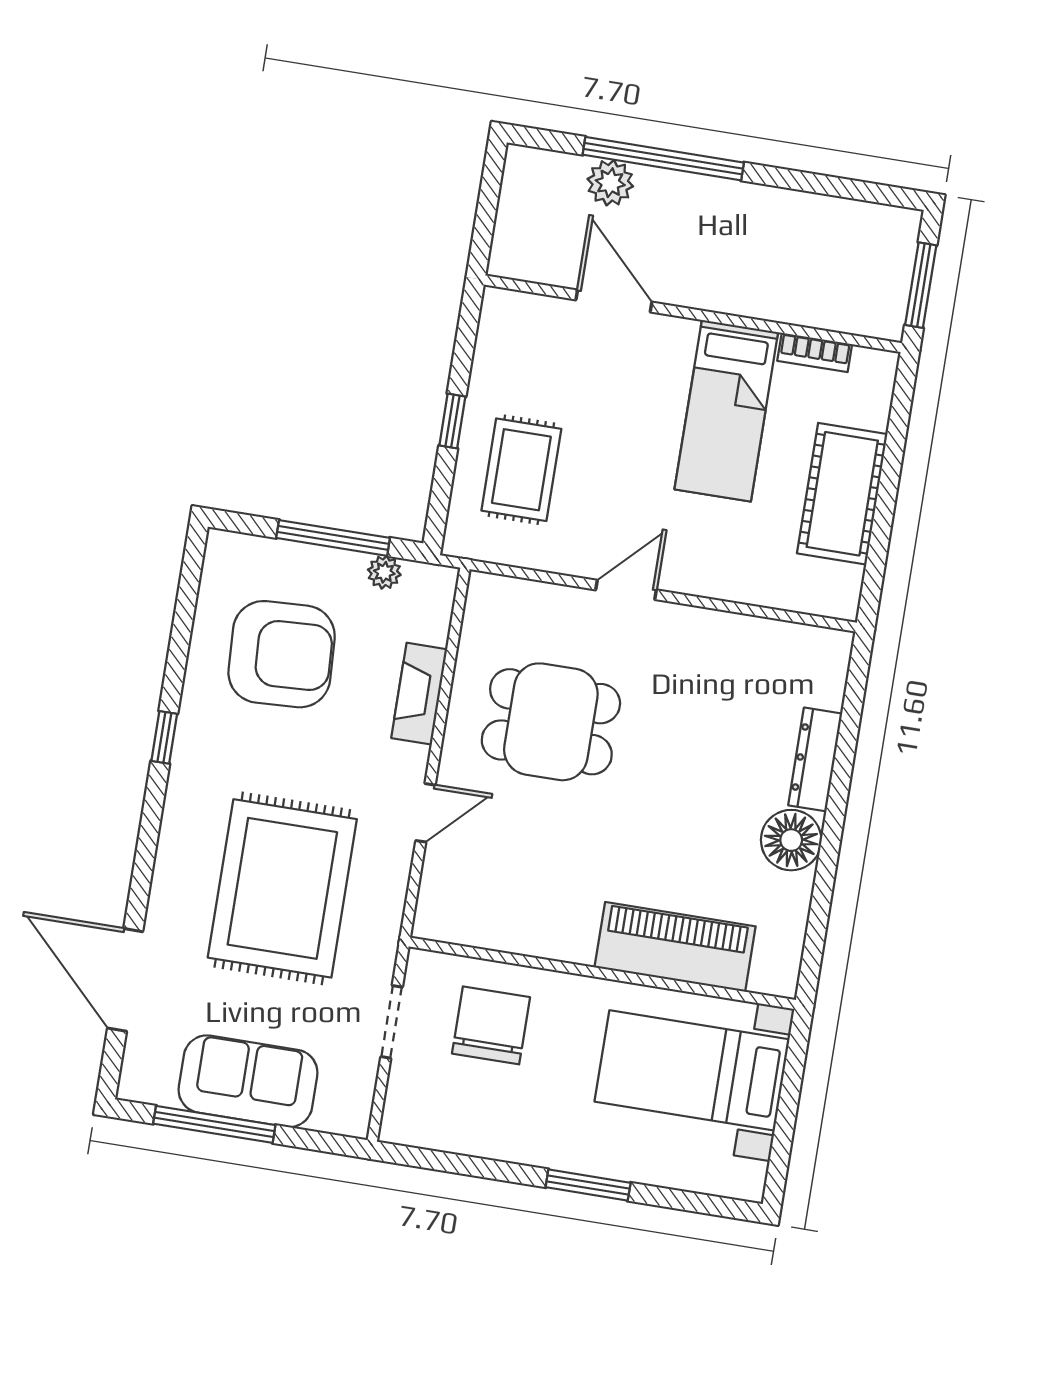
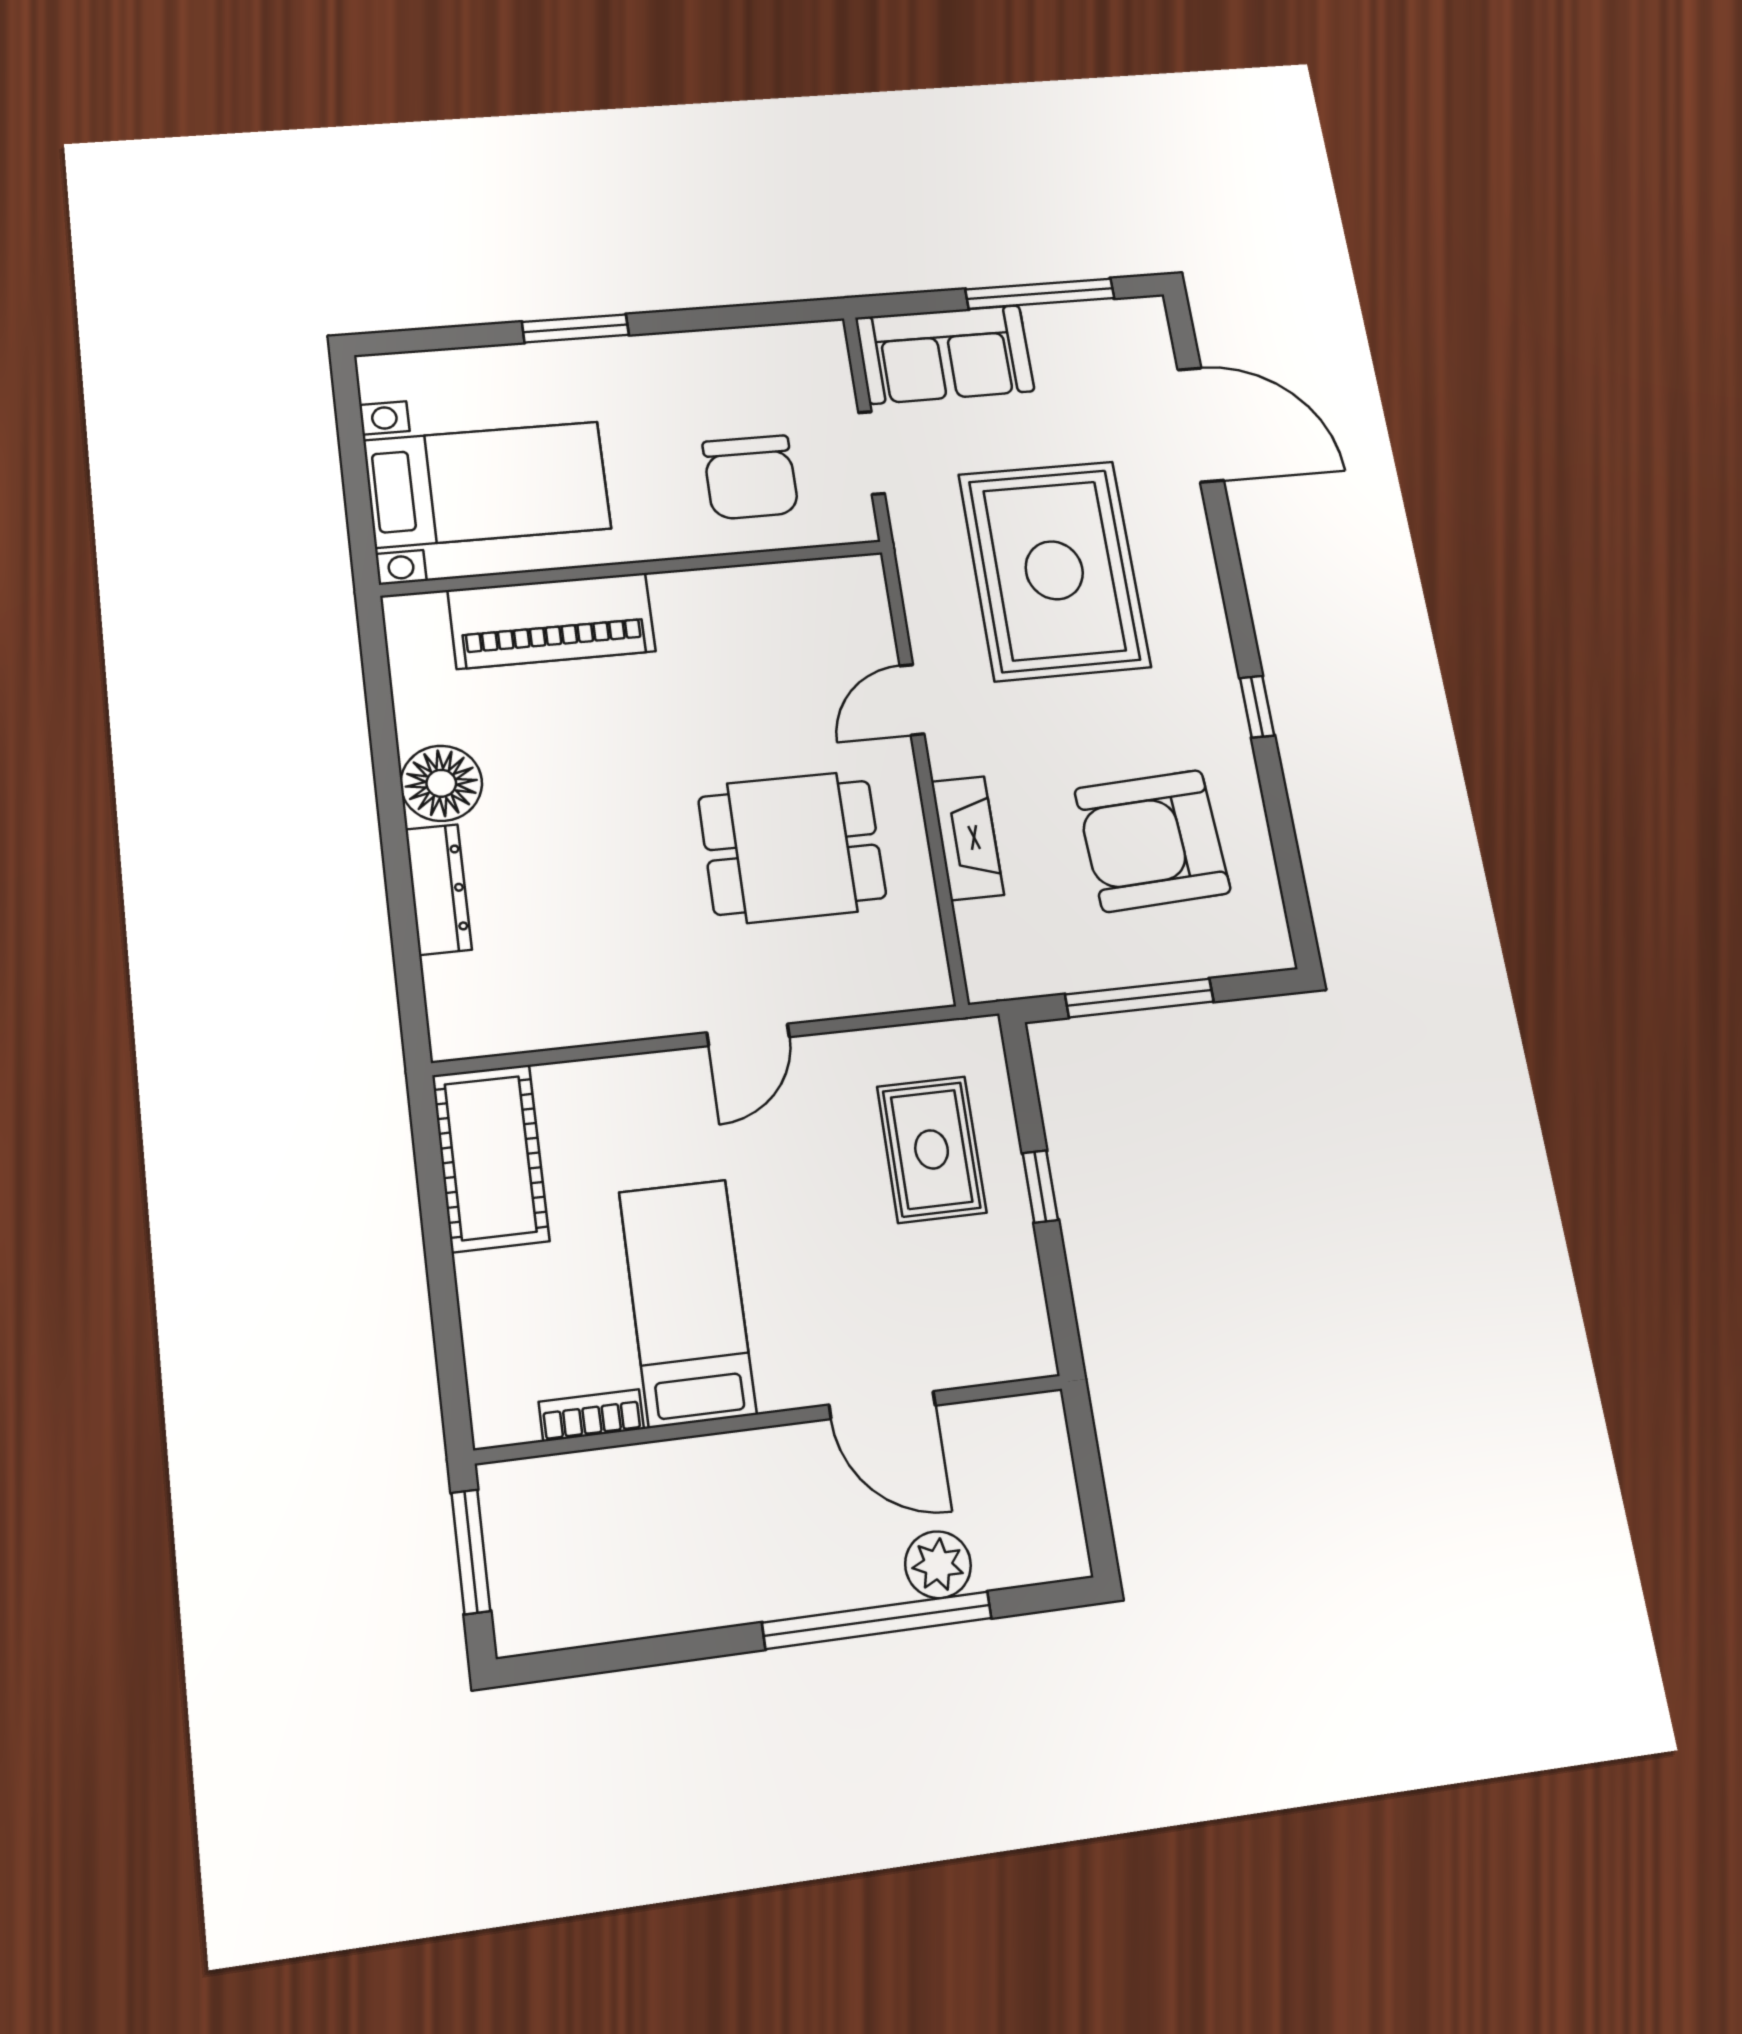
cot: (842, 494) -> (491, 1158), moved
plant: (384, 572) -> (1061, 973), removed
sofa: (248, 1081) -> (945, 354), moved

